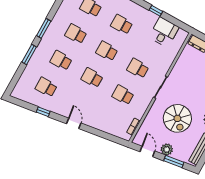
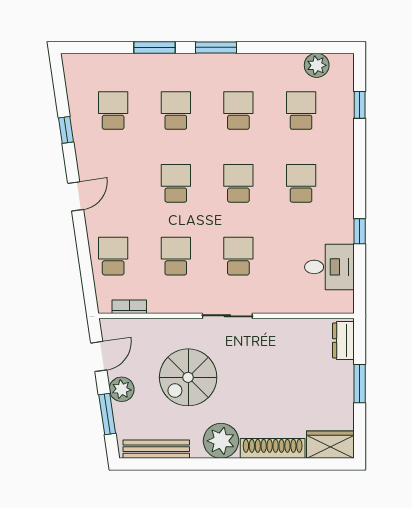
school desk: (108, 122) -> (113, 256), added

